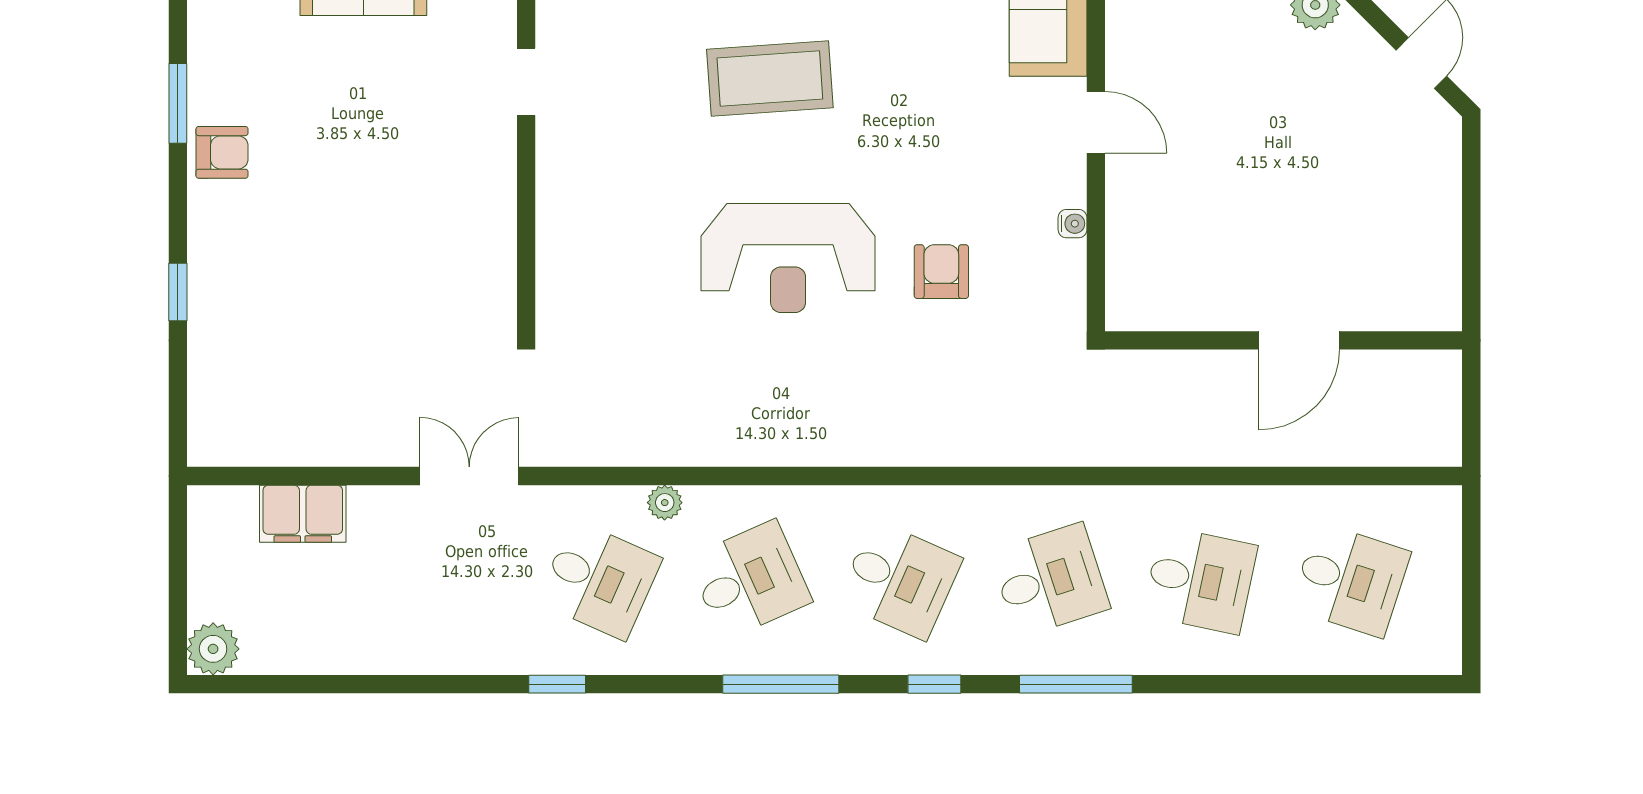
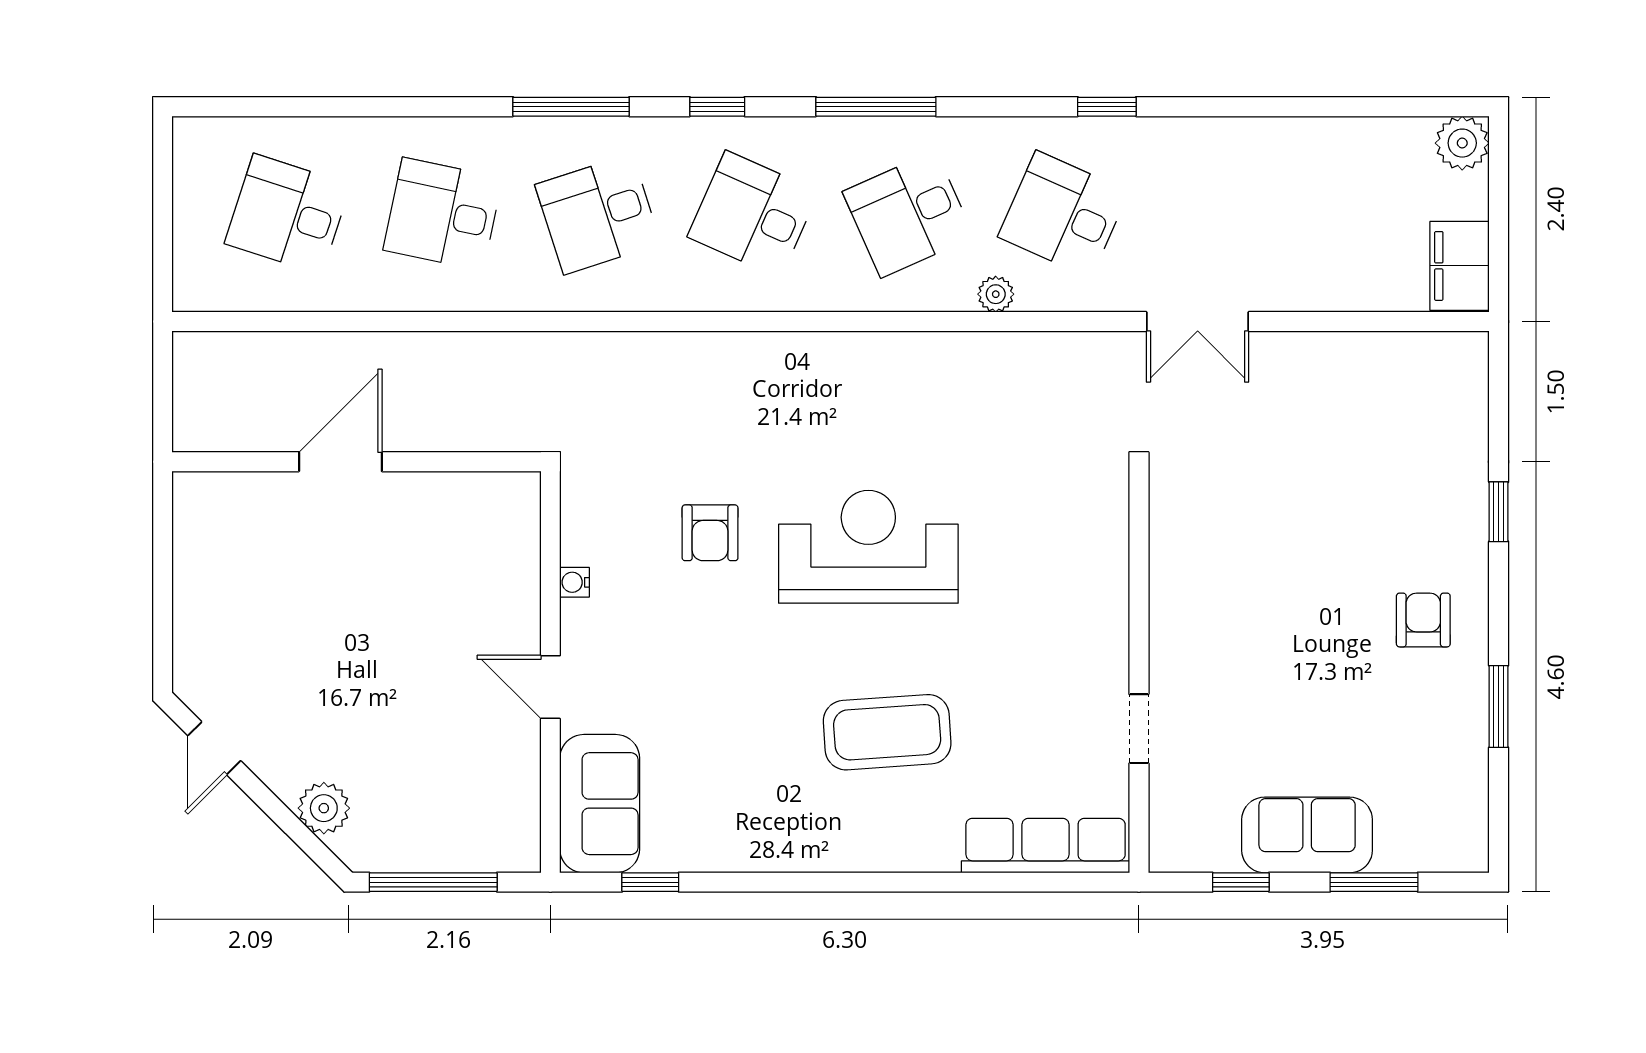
armchair: (222, 152) -> (1423, 620), moved, turned 90
filing cabinet: (303, 514) -> (1460, 266), moved, turned -90

